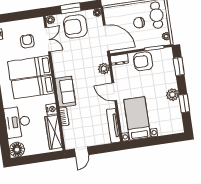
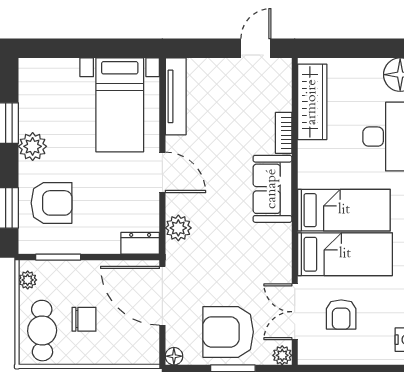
armchair: (75, 26) -> (228, 332), turned 180
armchair: (143, 61) -> (52, 203), moved
nightstand: (52, 109) -> (309, 154), removed

